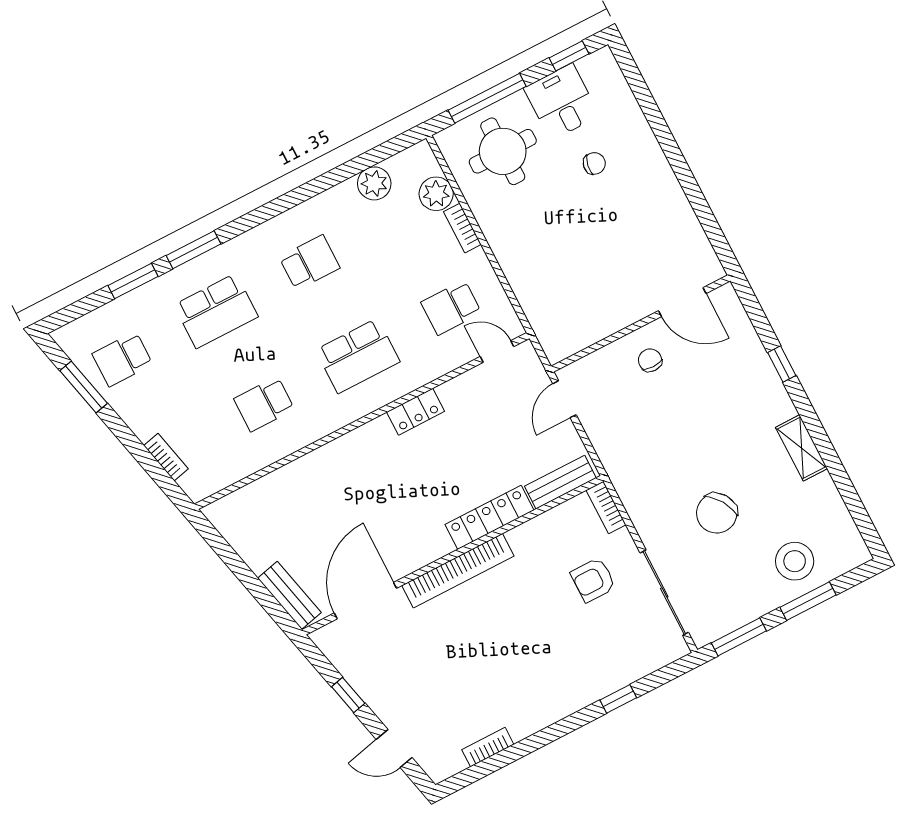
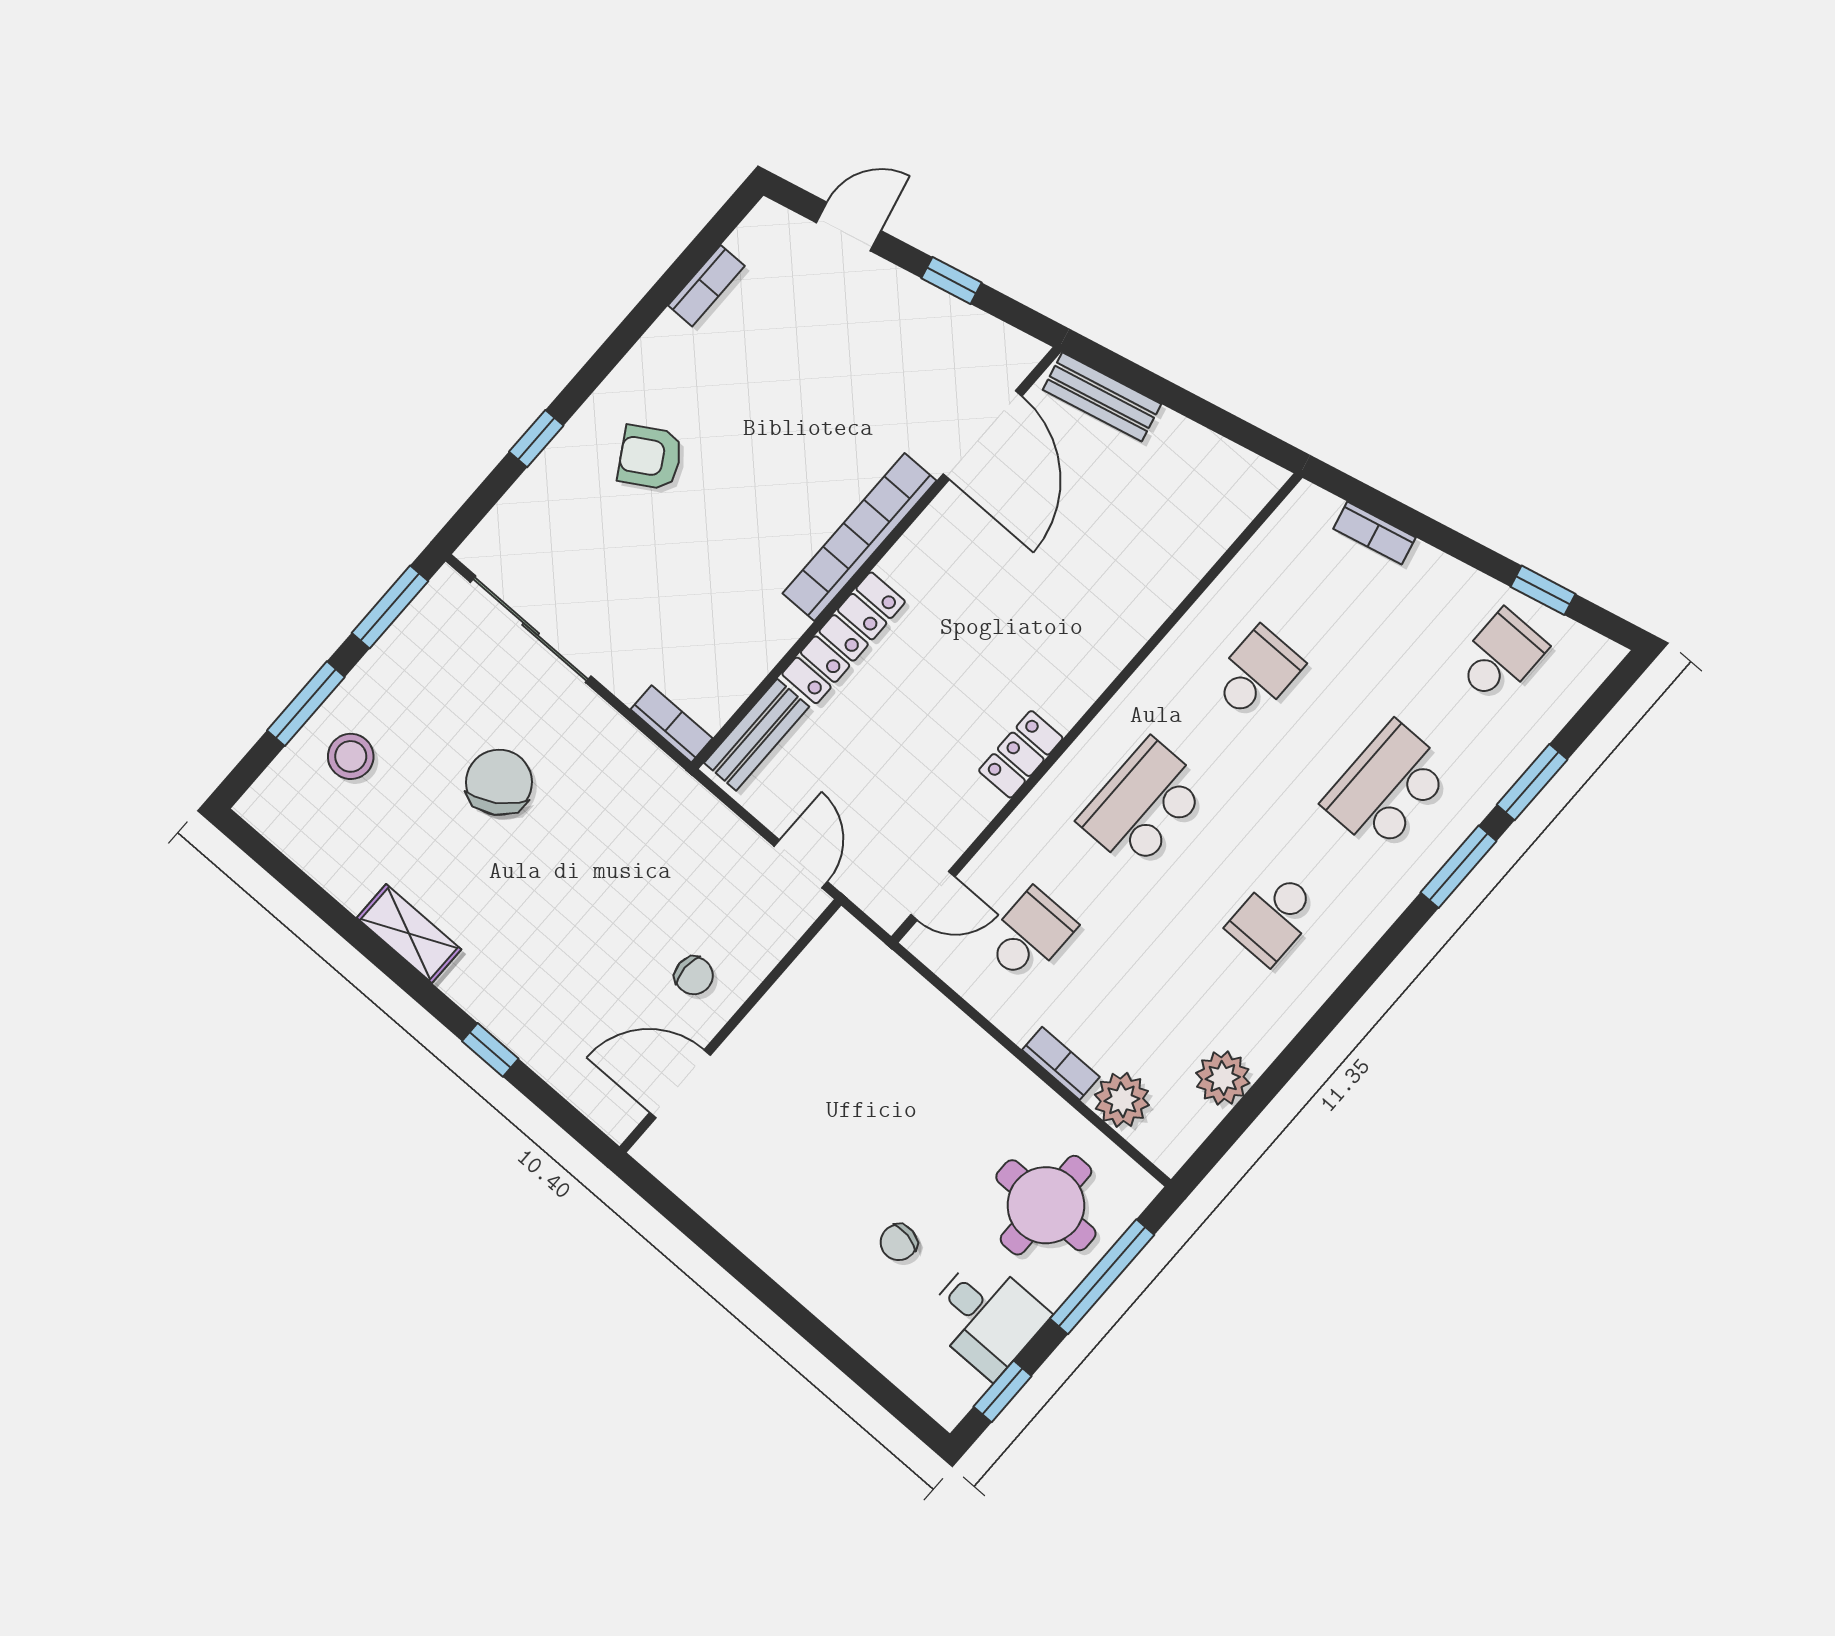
window: (84, 387) -> (1543, 590), width x0.67
stool: (795, 561) -> (351, 756), width x0.73, depth x0.73
armchair: (593, 580) -> (650, 457), moved, turned -121

